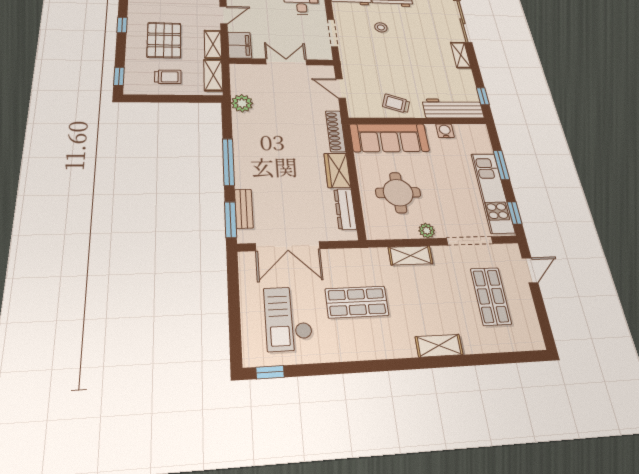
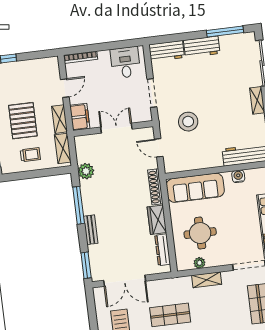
stool: (381, 27) -> (188, 122), moved, width x1.89, depth x1.89
trolley: (396, 104) -> (202, 156), removed
window: (228, 162) -> (79, 205), moved
bench: (244, 209) -> (91, 230), moved
plant: (427, 231) -> (199, 263), moved

